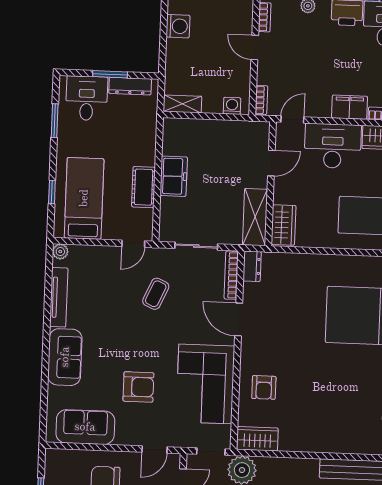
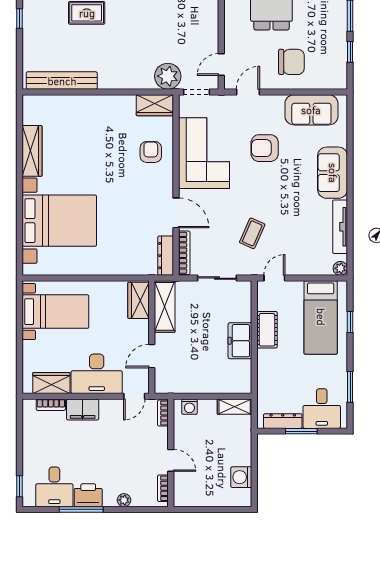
dresser: (252, 266) -> (166, 256), width x1.44

